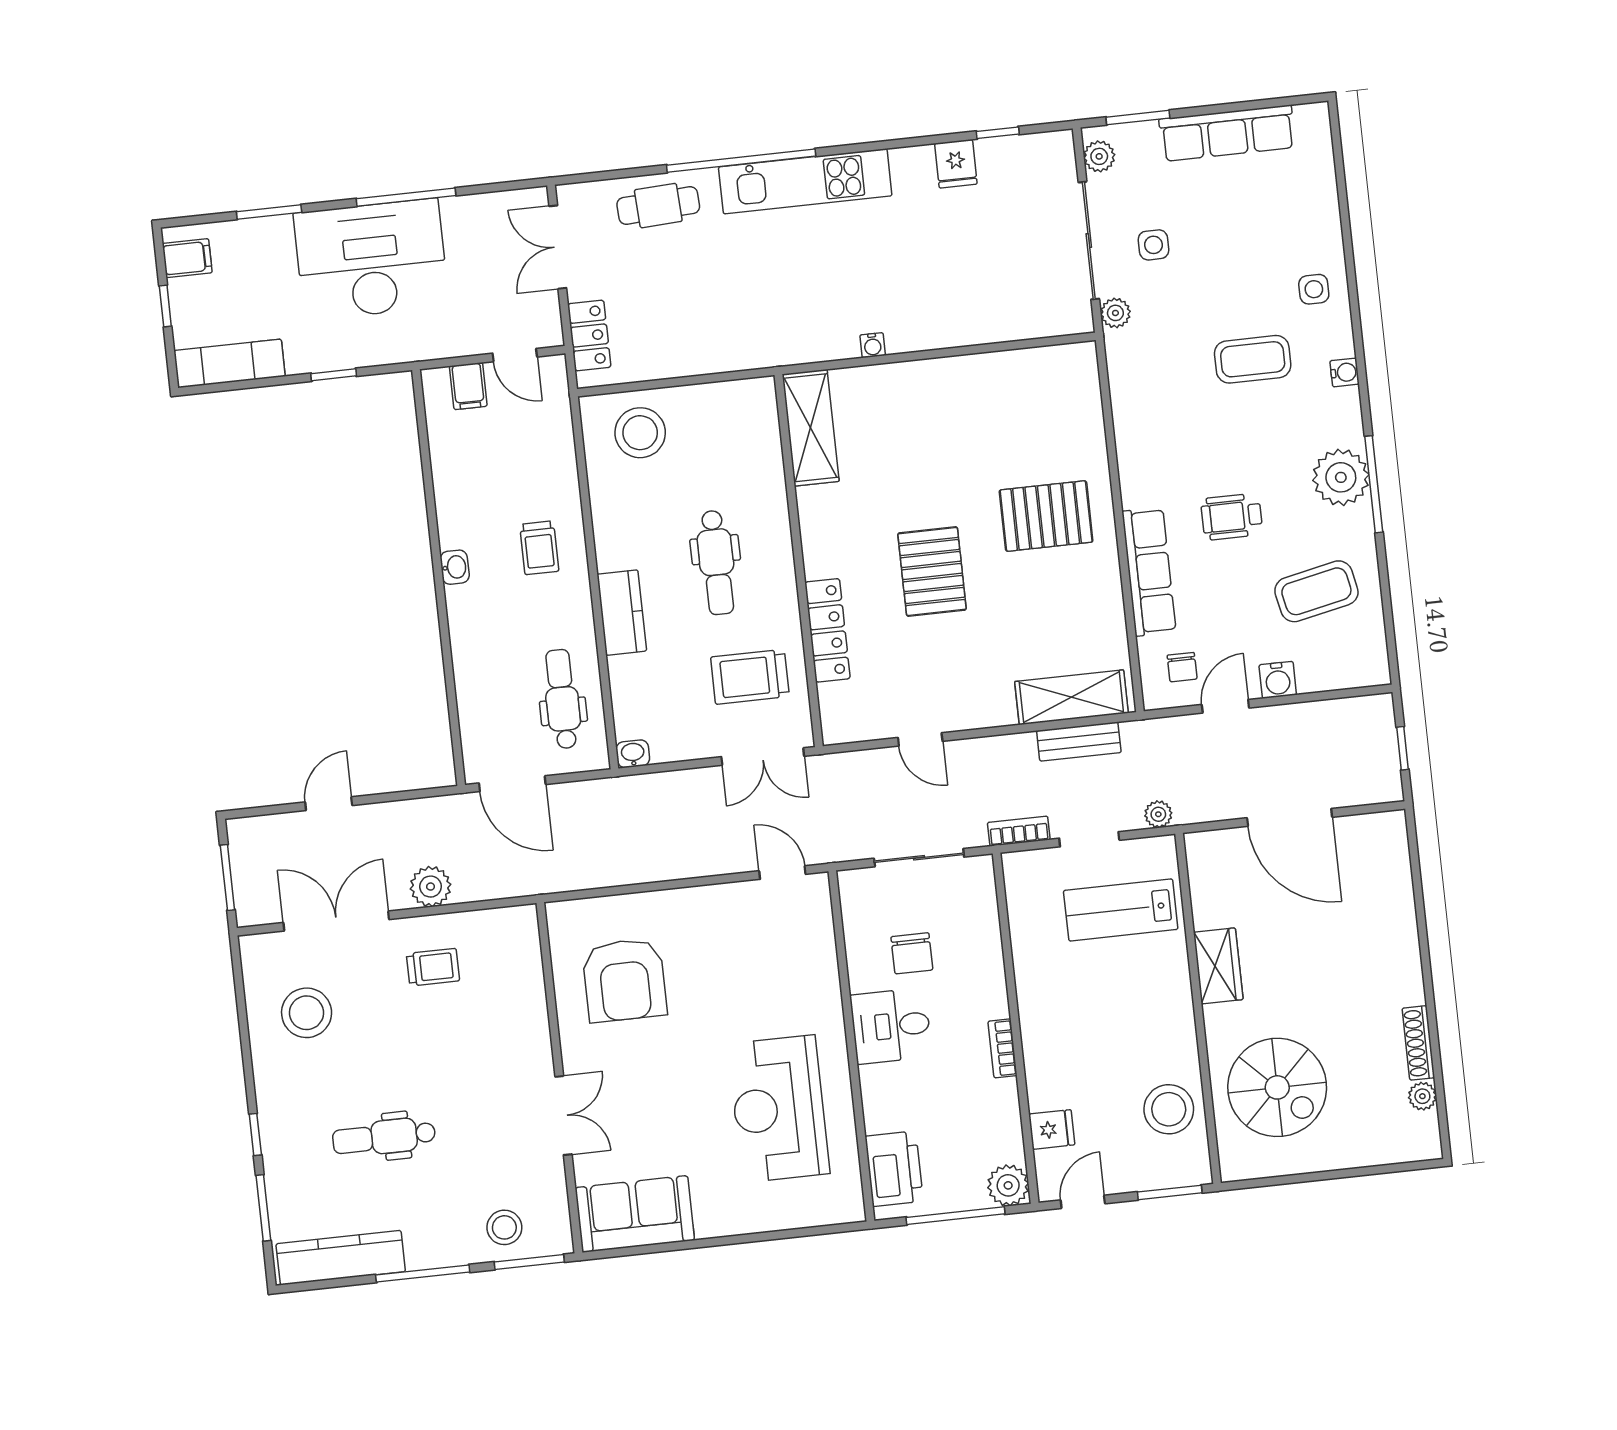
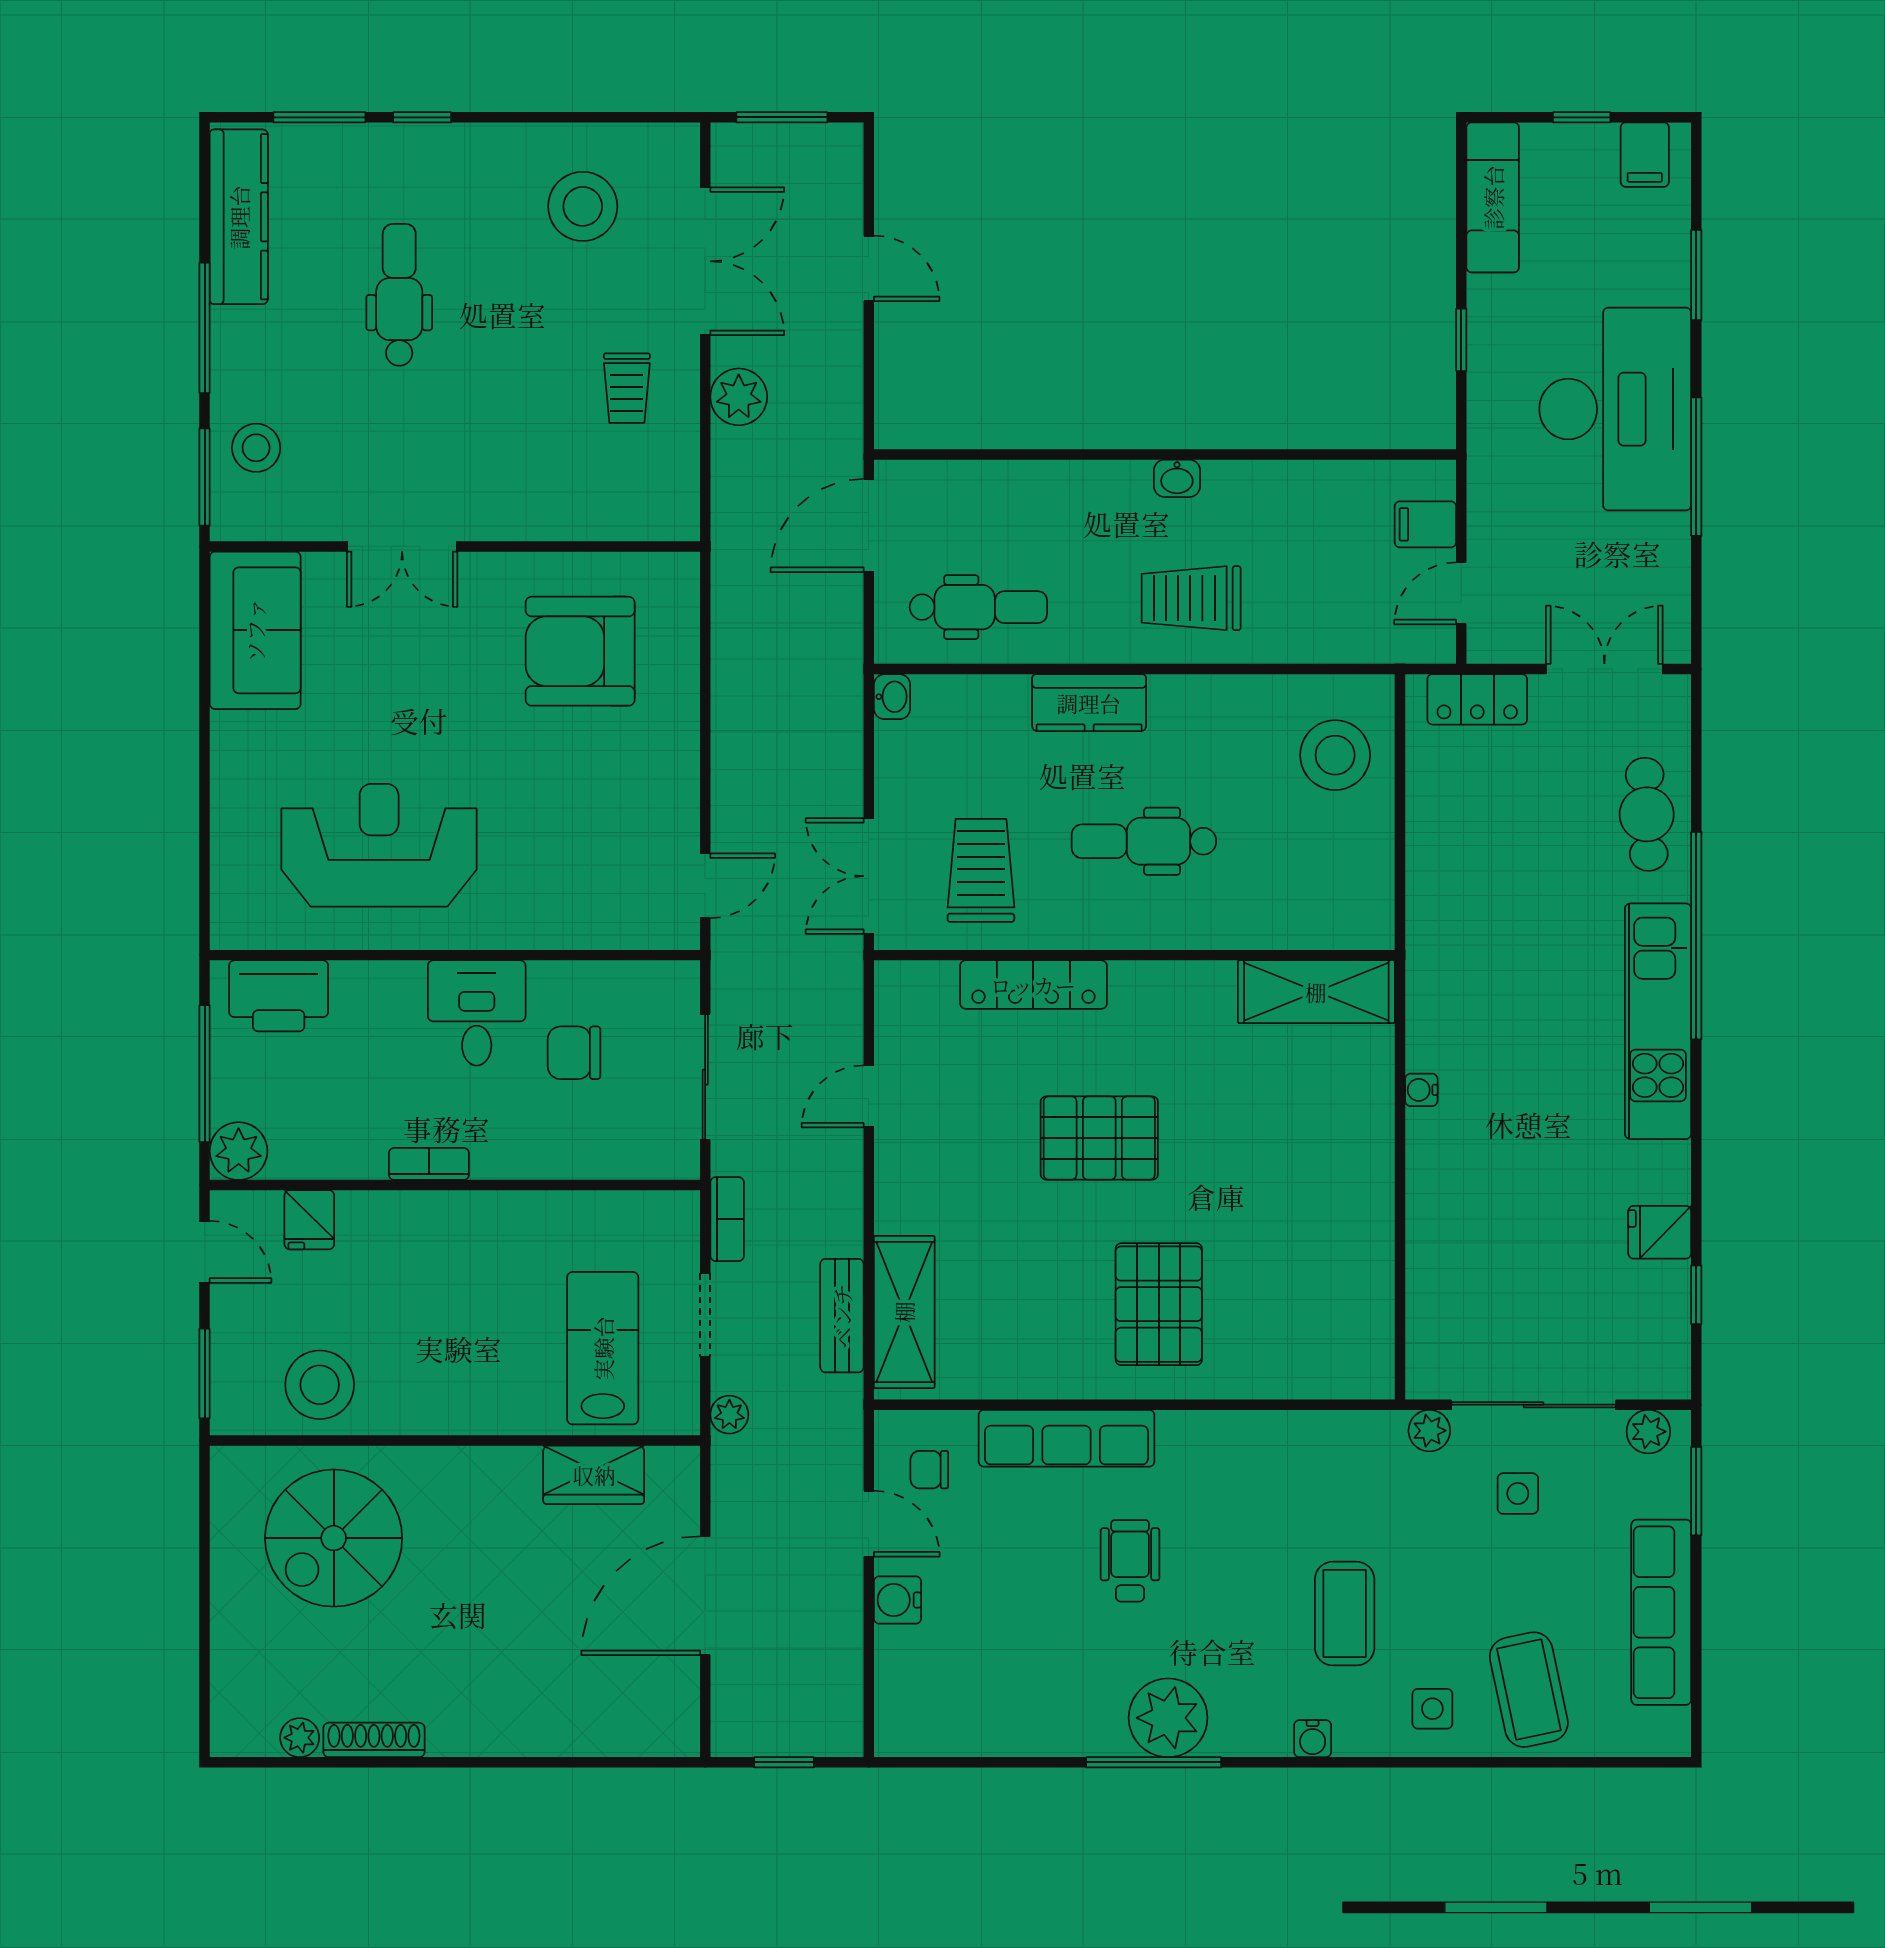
trolley: (539, 548) -> (1191, 598), width x1.36, depth x1.39
coffee table: (1316, 591) -> (1529, 1690), moved
wardrobe: (1218, 966) -> (594, 1475), moved

